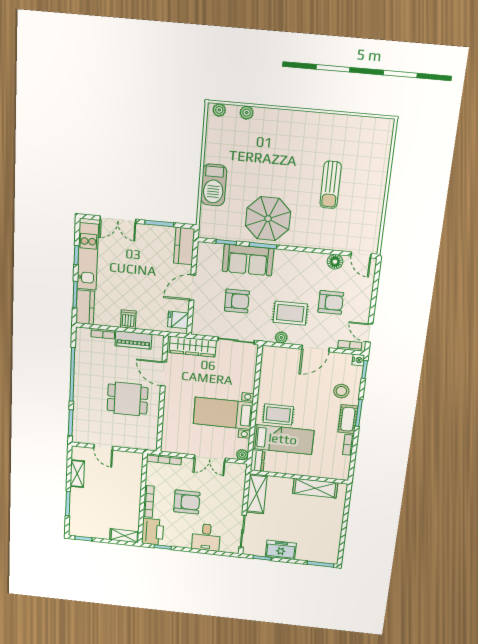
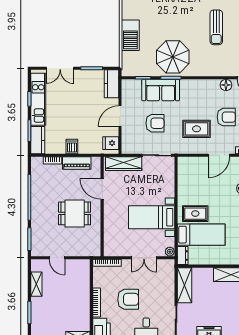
plant: (281, 337) -> (192, 149), removed

